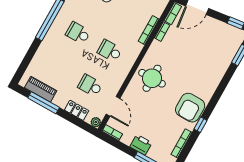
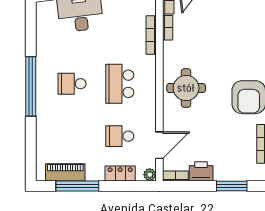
school desk: (110, 51) -> (120, 84), width x1.85
door: (113, 106) -> (159, 145), hinge flipped
printer: (141, 145) -> (201, 171), moved

